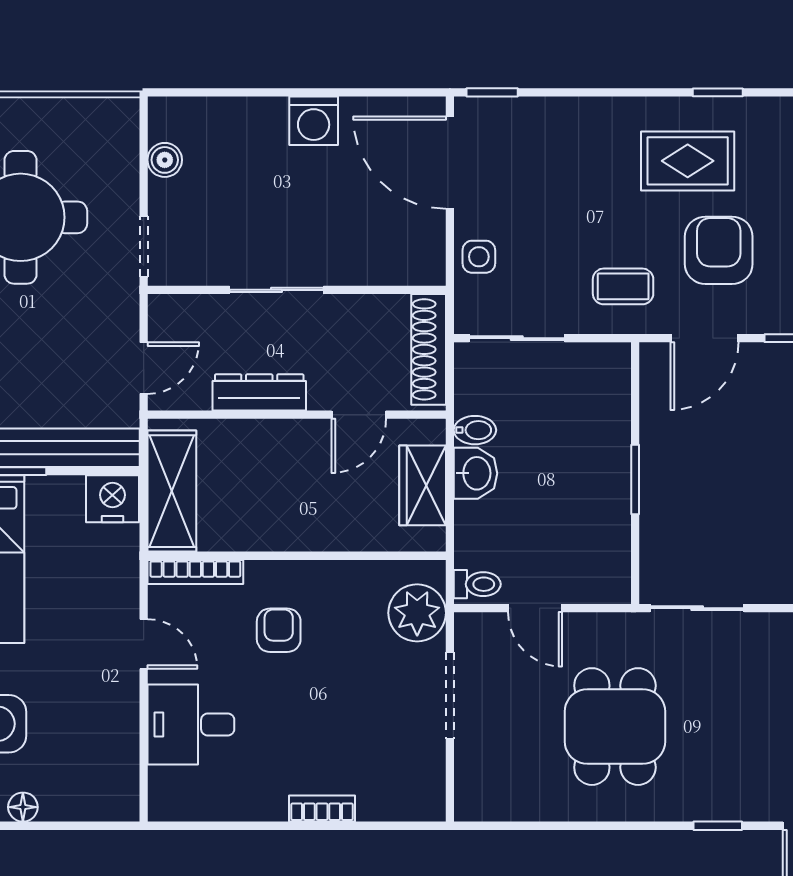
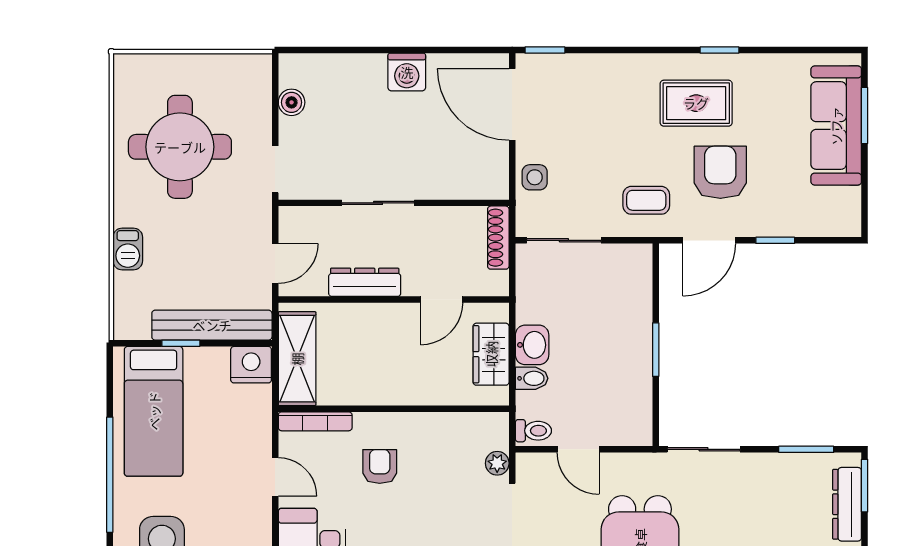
shoe rack: (429, 349) -> (498, 238), width x0.74, depth x0.81
bidet: (475, 430) -> (532, 378), moved
plant: (417, 613) -> (497, 463), width x0.53, depth x0.53

